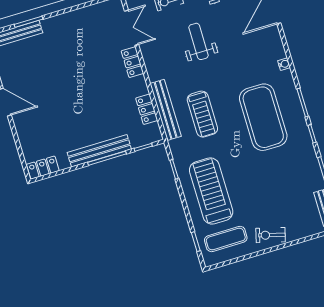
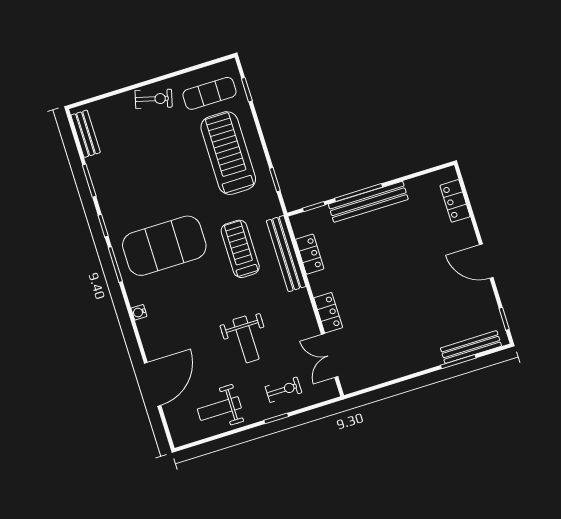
exercise mat: (263, 117) -> (164, 246), turned 90
locker: (43, 168) -> (455, 201), moved, turned 90
treadmill: (211, 191) -> (228, 153), turned 180

